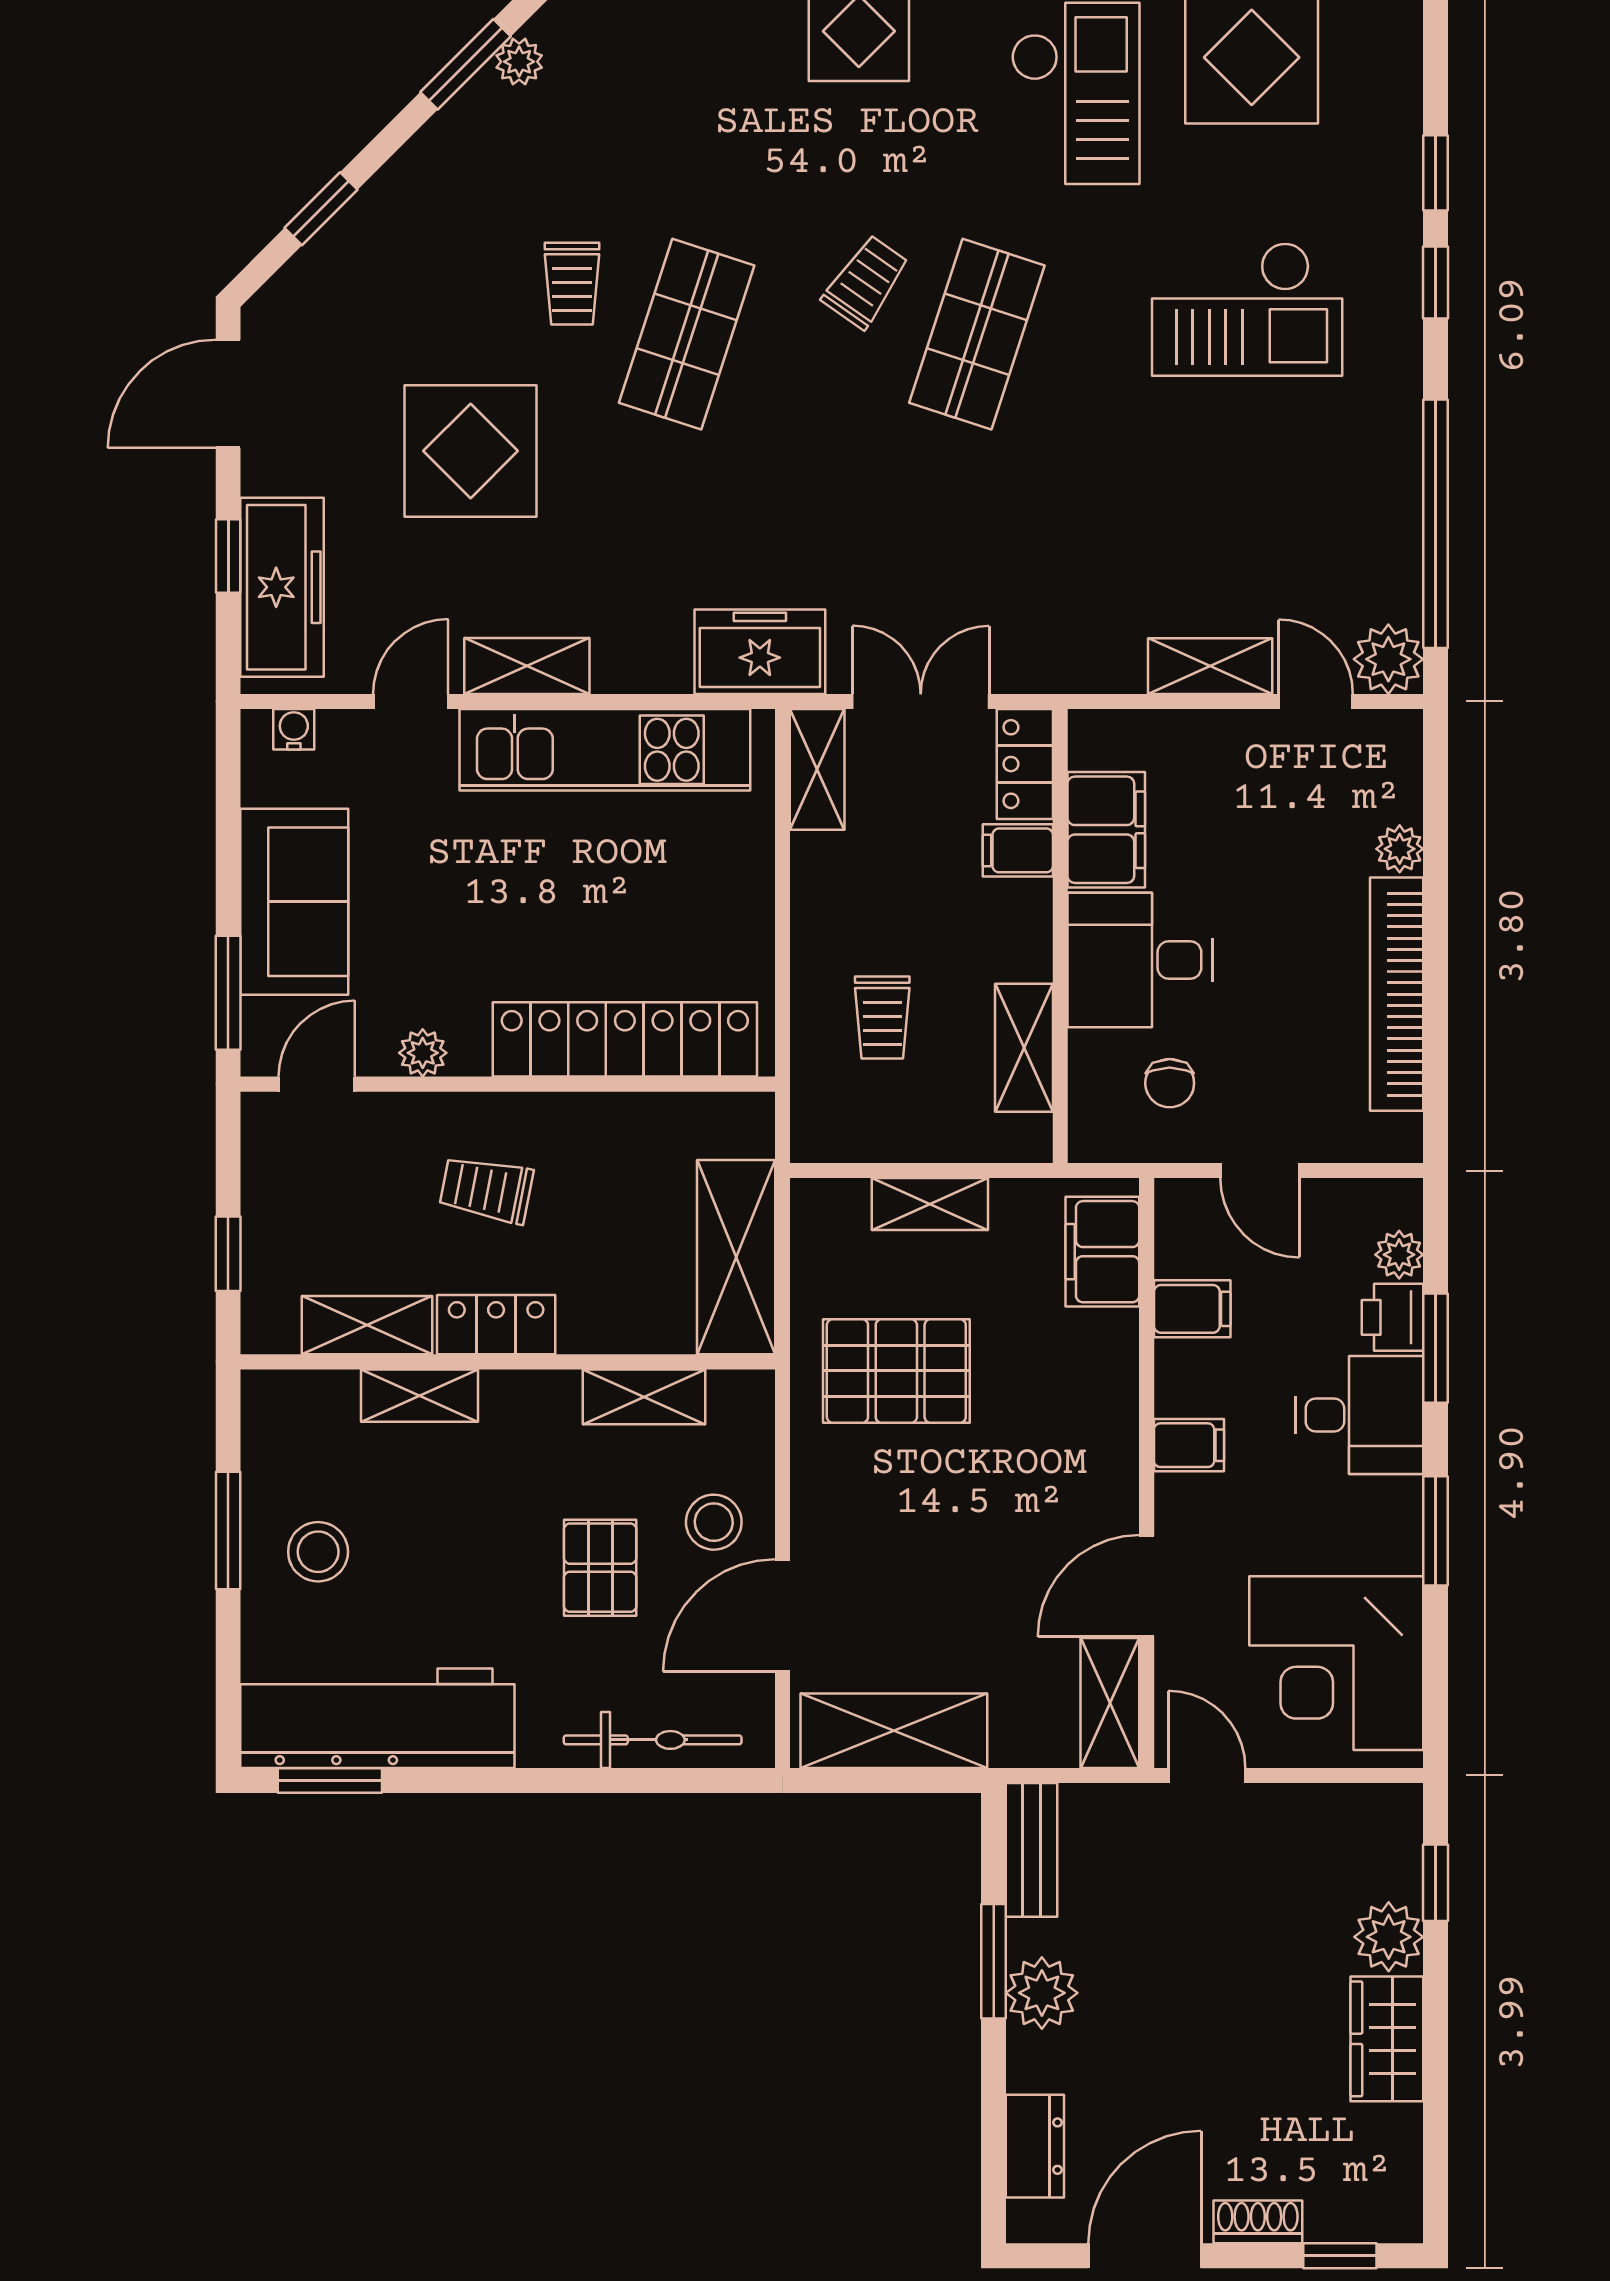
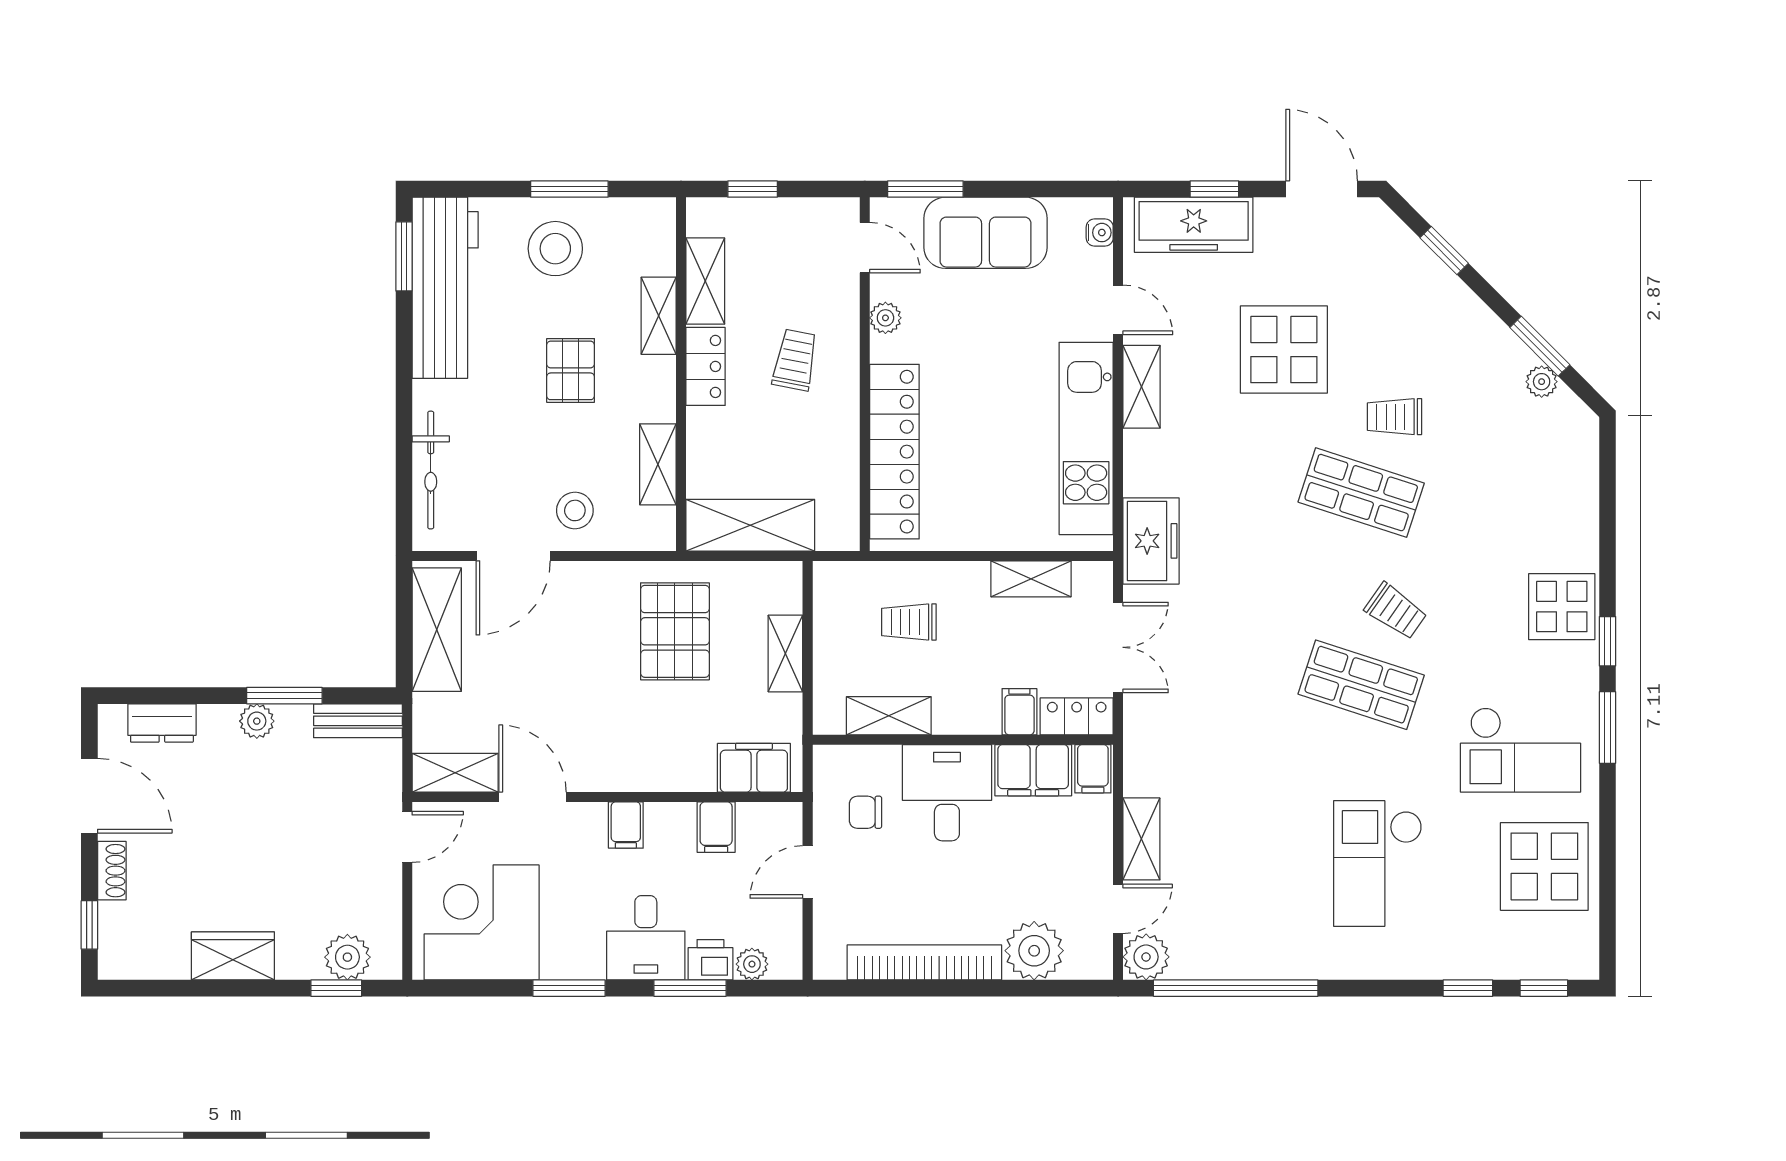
window: (1436, 282) -> (1544, 988), moved
filing cabinet: (1104, 740) -> (1093, 769), added
shelving: (817, 769) -> (1031, 579), moved
plant: (1400, 849) -> (1034, 951), width x1.88, depth x1.88
stool: (318, 1552) -> (555, 249), width x1.38, depth x1.38
pallet: (600, 1568) -> (571, 370), moved, turned 90
door: (782, 1615) -> (513, 556), swing flipped
plant: (1389, 1937) -> (347, 957), moved
plant: (1042, 1993) -> (257, 721), width x0.73, depth x0.73

